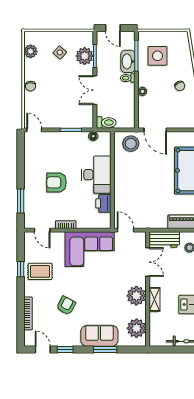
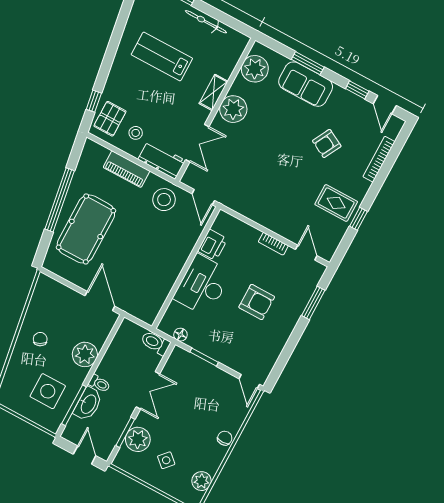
plant: (142, 91) -> (85, 354), width x1.87, depth x1.87
stool: (131, 144) -> (164, 200), moved
corner sofa: (90, 249) -> (260, 198), removed
double door: (148, 262) -> (197, 143), swing flipped

